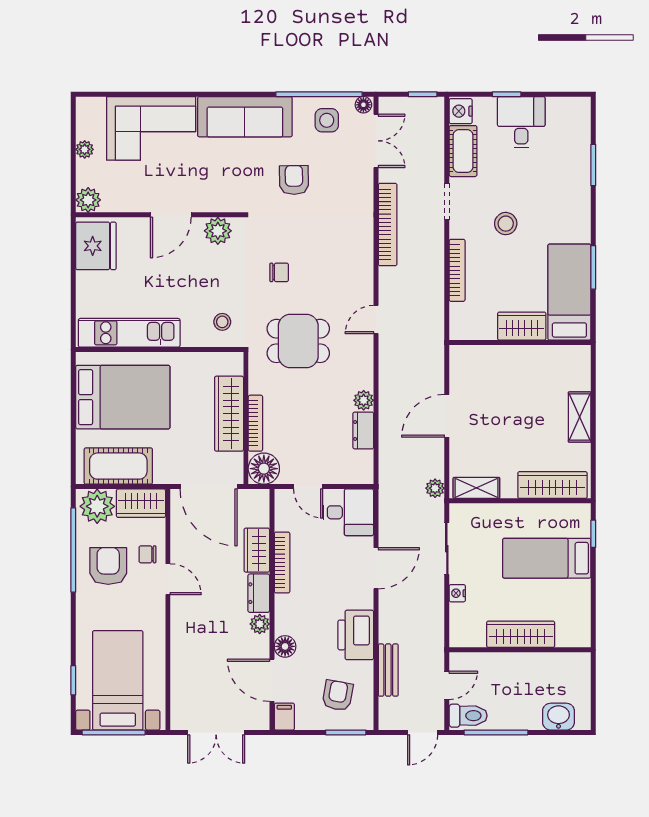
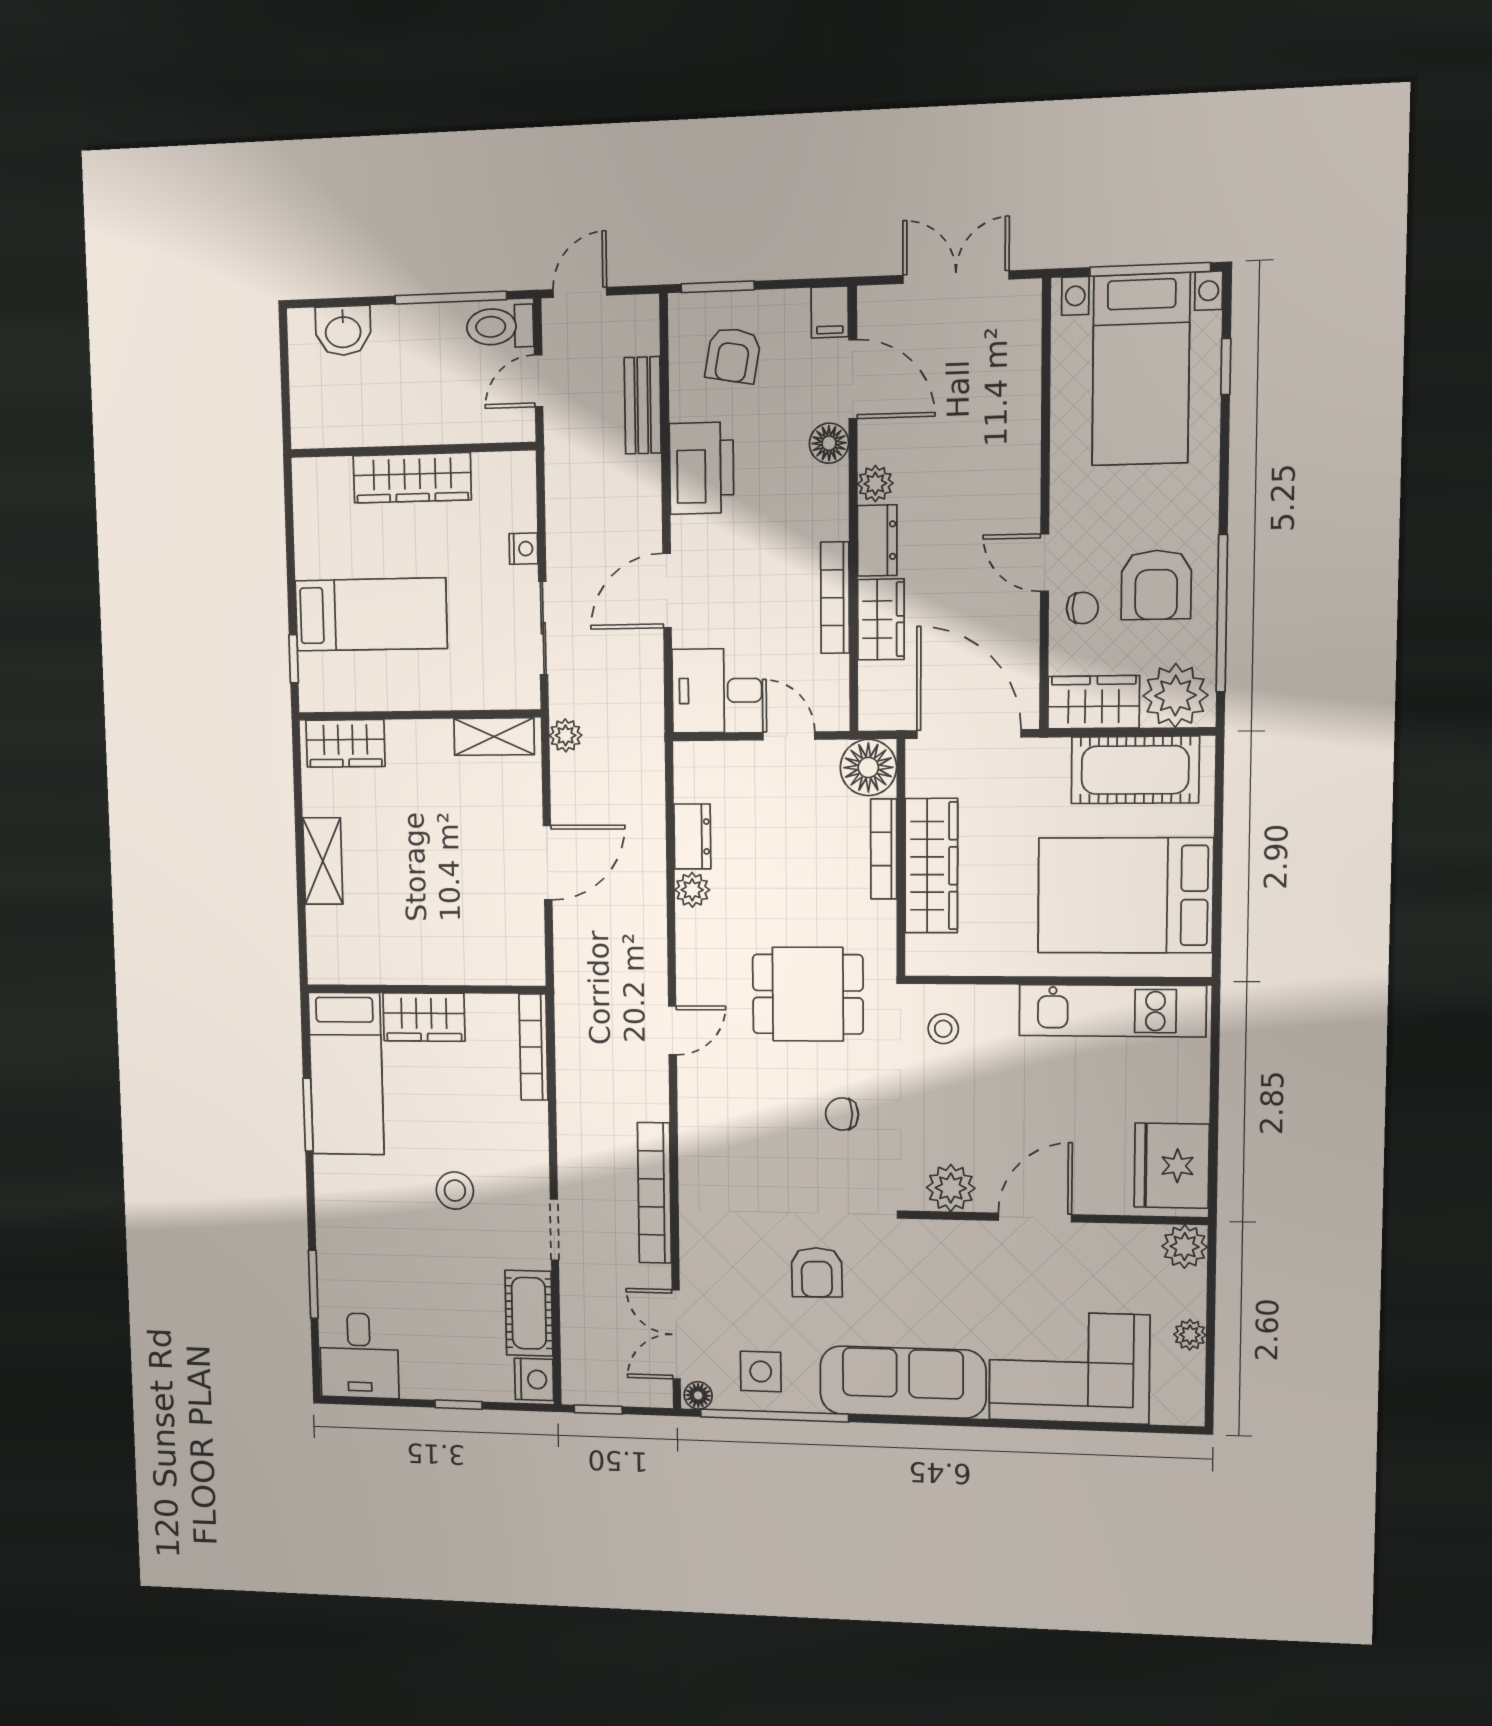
desk: (521, 122) -> (359, 1356), moved
bookcase: (457, 270) -> (534, 1047), moved
wardrobe: (552, 485) -> (345, 743), width x0.67

